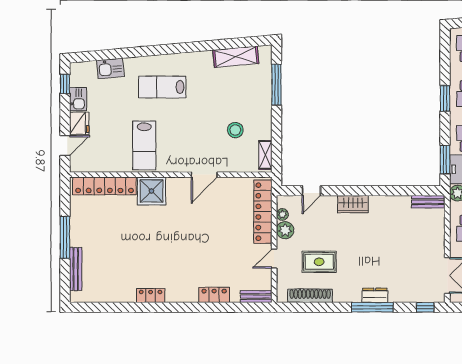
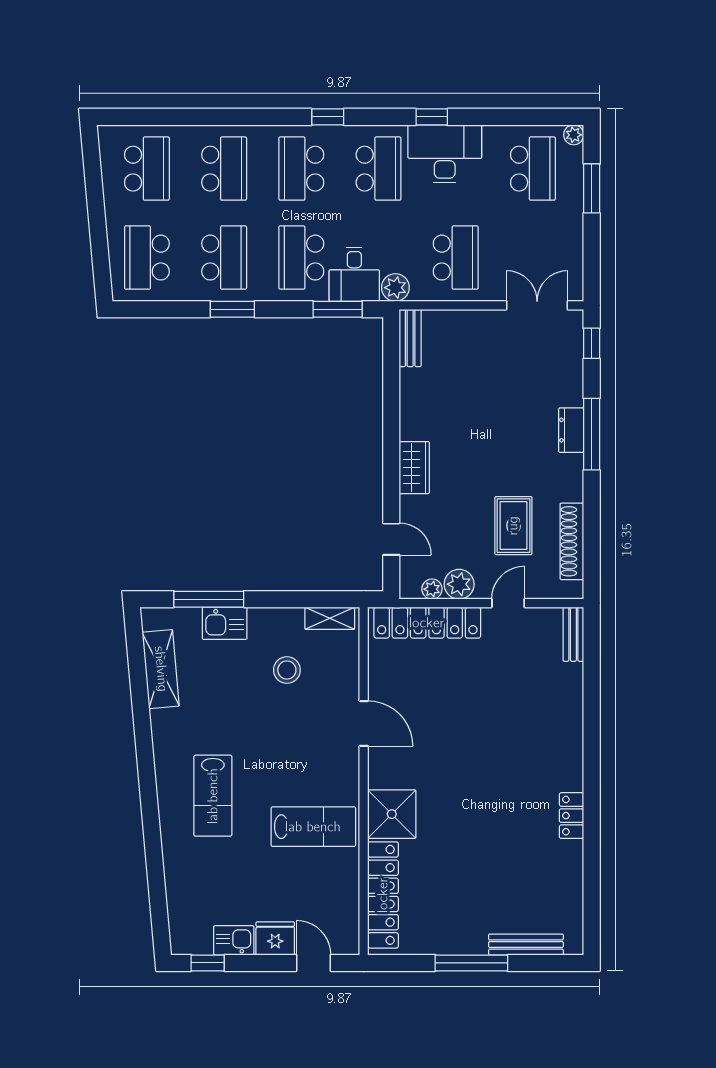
kitchen sink: (110, 68) -> (225, 623), moved, turned 95
door: (274, 259) -> (508, 603), swing flipped
locker: (214, 295) -> (570, 706), removed

